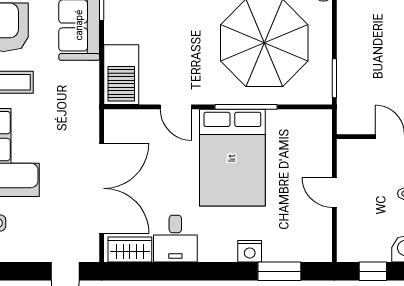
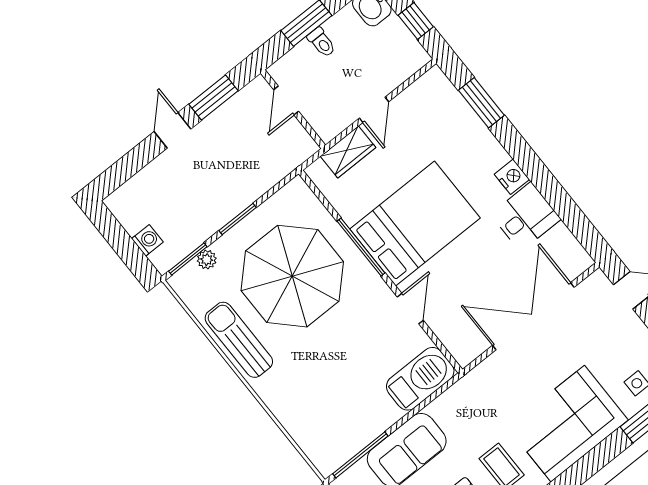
window: (334, 78) -> (238, 219), moved
wardrobe: (130, 249) -> (348, 152), moved, turned -90
nightstand: (250, 251) -> (512, 177), moved

